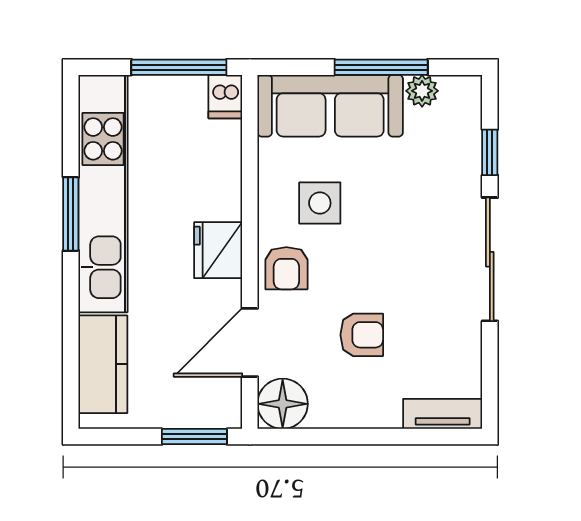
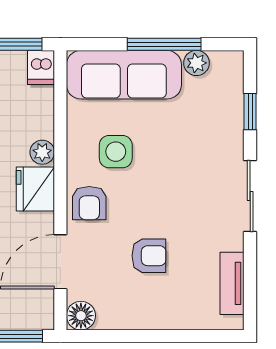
plant: (227, 204) -> (42, 152), added
sliding door: (490, 259) -> (250, 196), width x0.73
floor lamp: (283, 404) -> (81, 316), width x0.73, depth x0.73
tv unit: (443, 414) -> (232, 283), moved, turned -90

